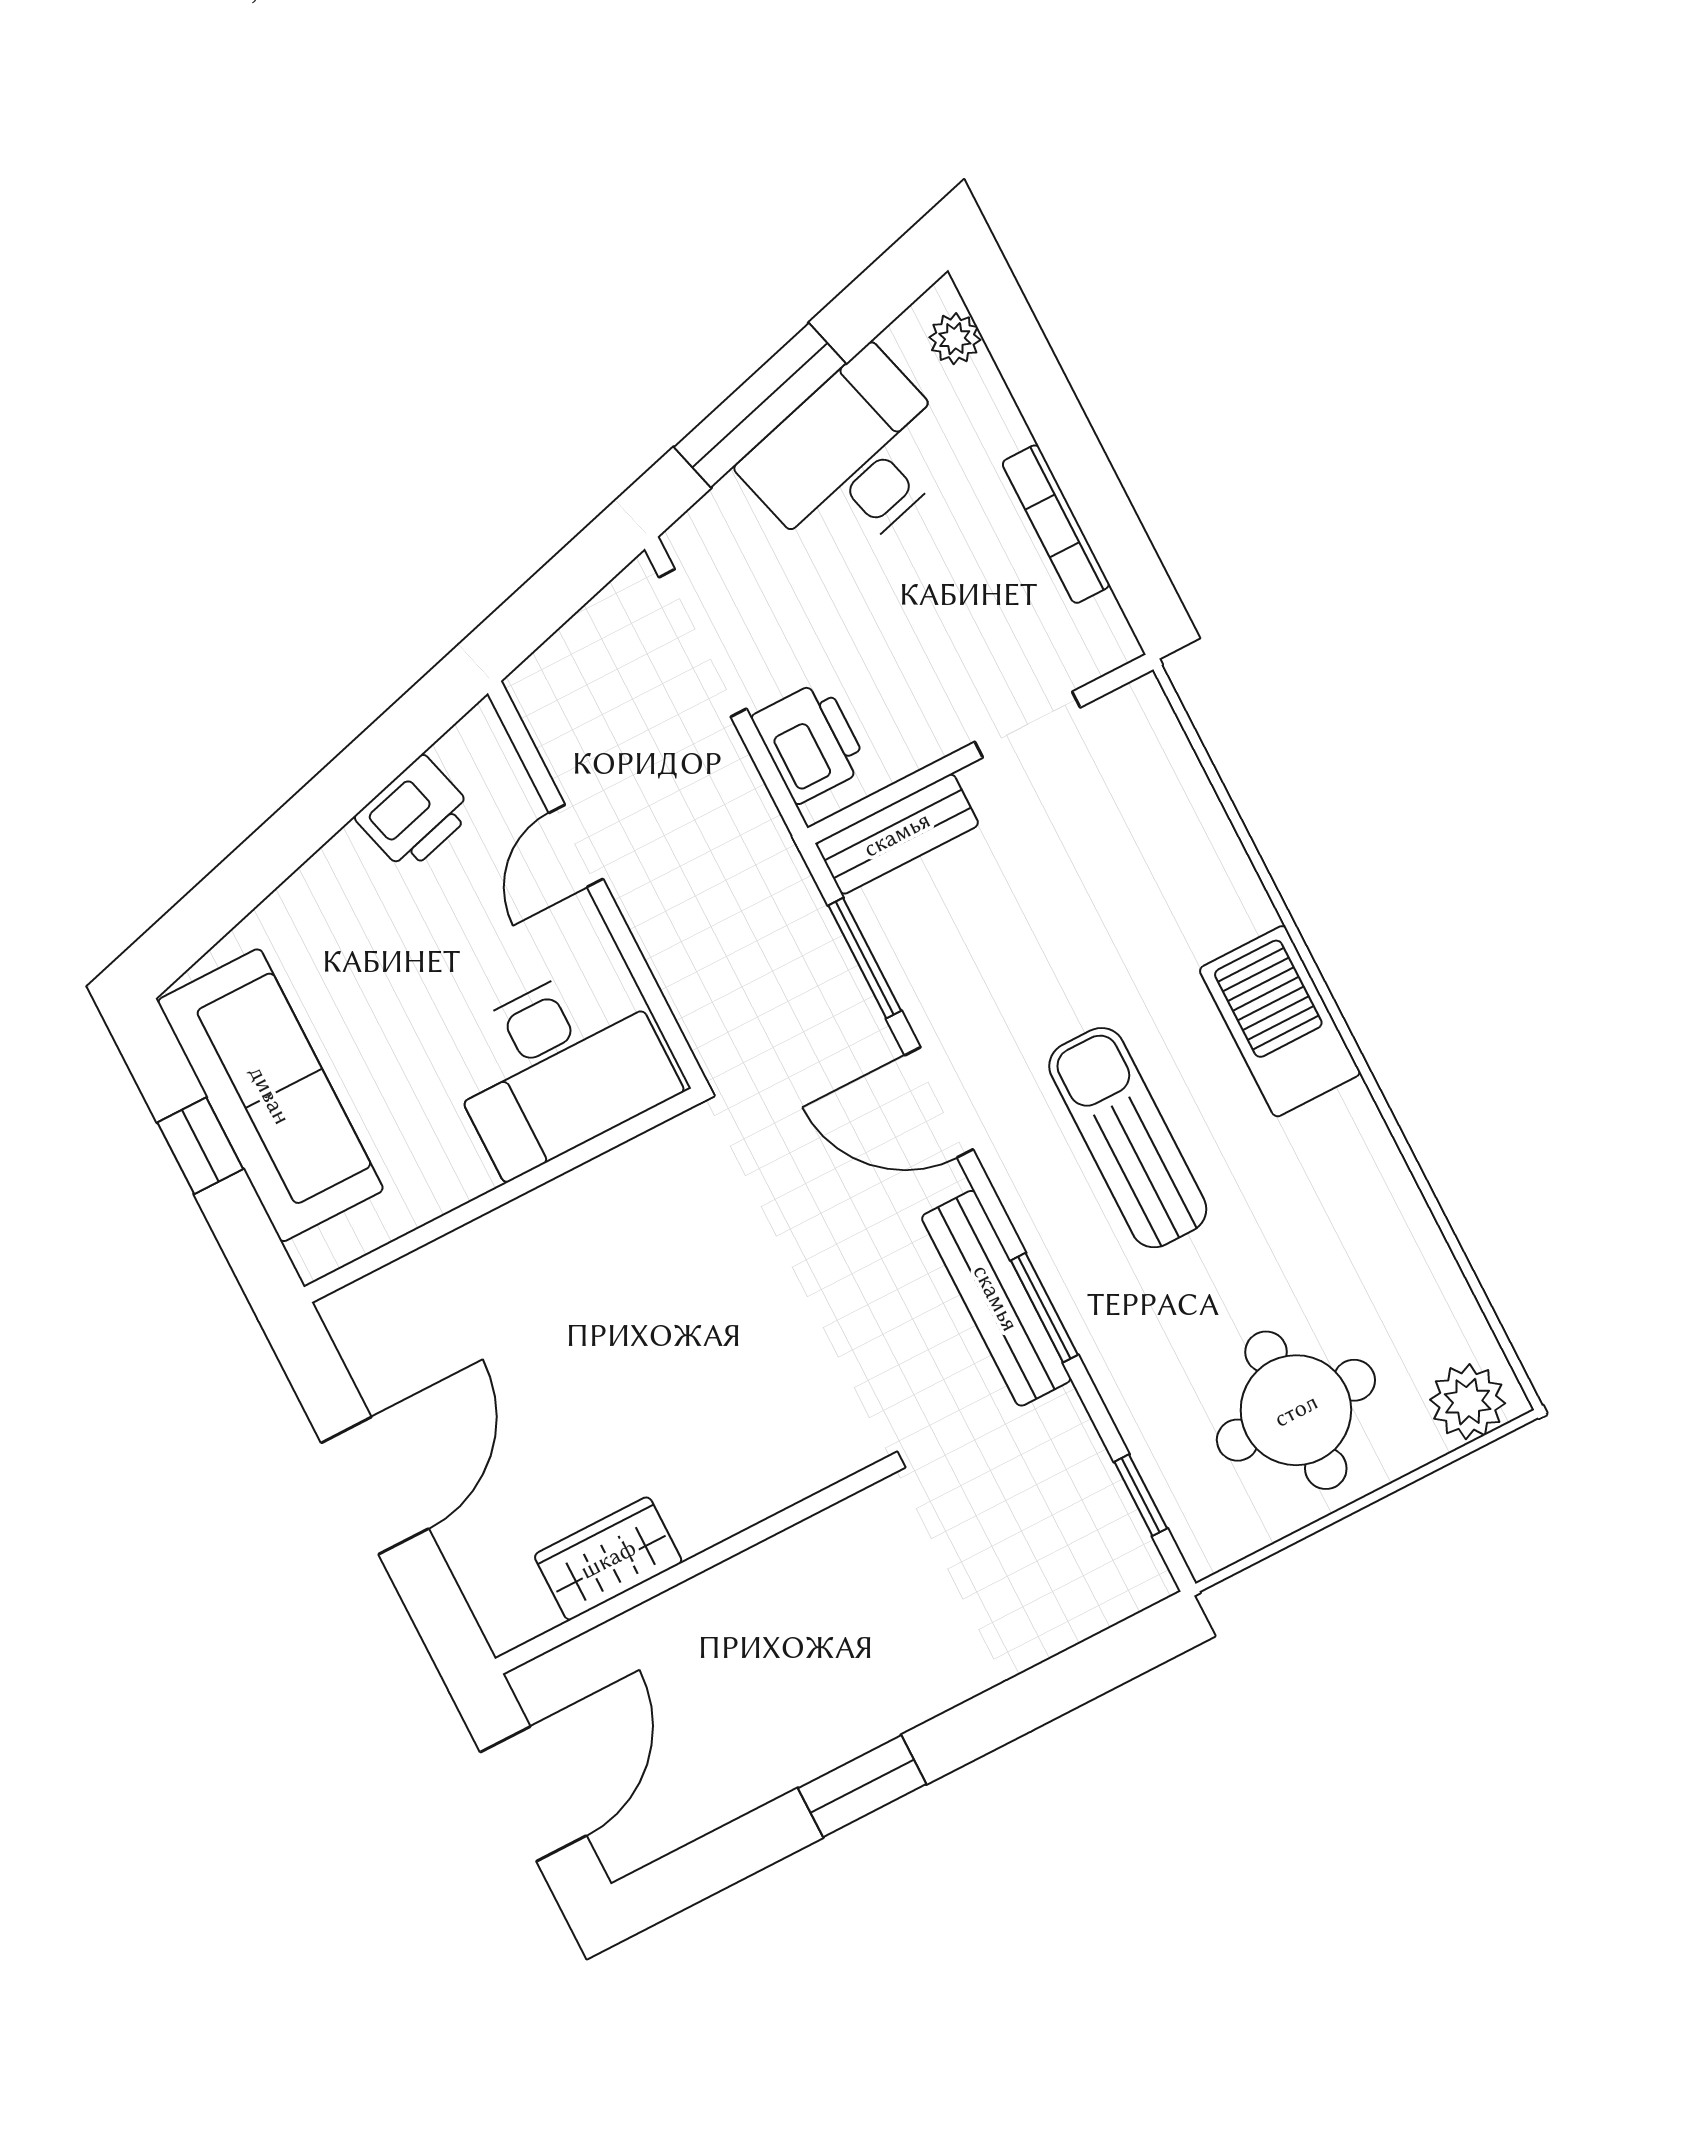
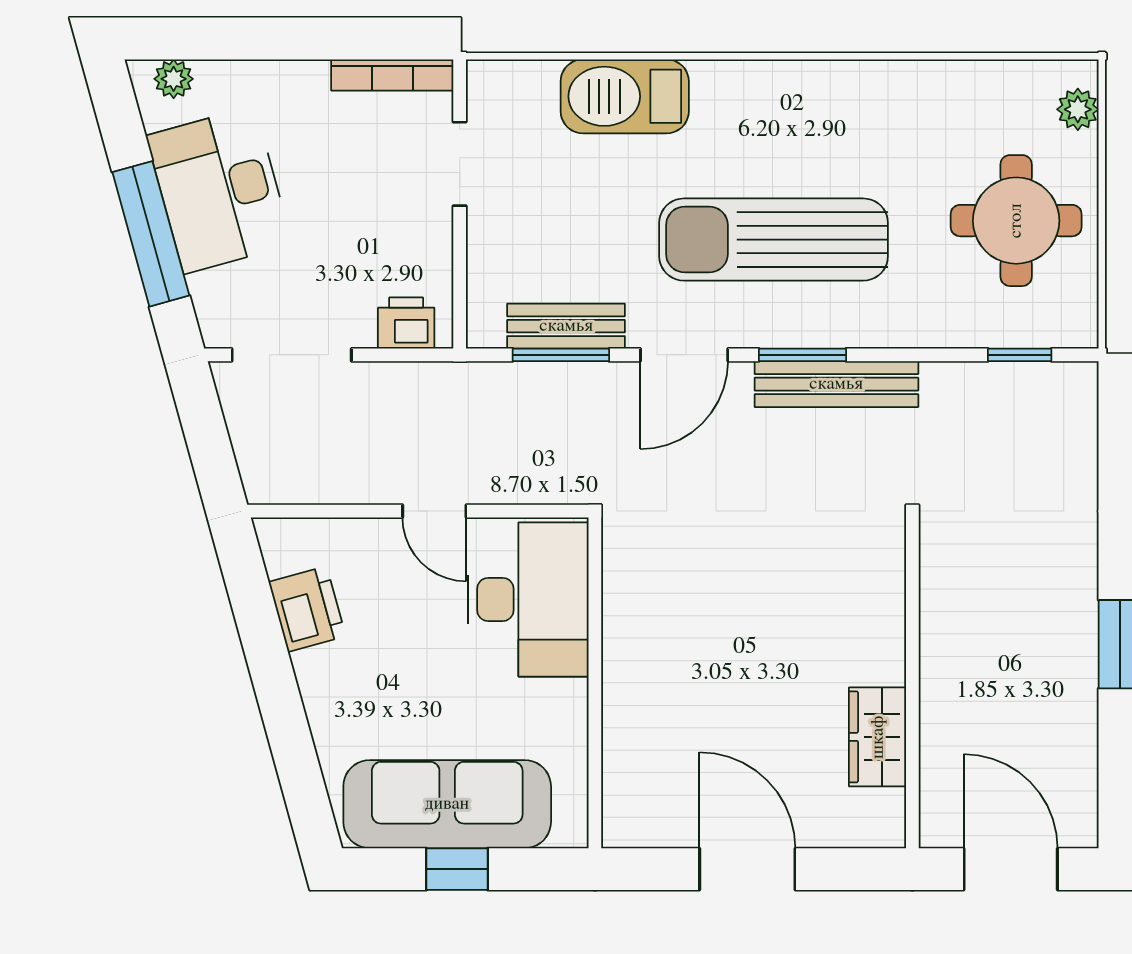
bookcase: (1056, 524) -> (392, 75), moved
printer: (810, 742) -> (406, 323), width x0.73, depth x0.81
bench: (897, 834) -> (566, 326), moved, turned 90
door: (576, 846) -> (434, 511), moved
barbecue: (1280, 1021) -> (625, 96), moved
sun lounger: (1128, 1138) -> (774, 240), width x1.36, depth x1.34
window: (1044, 1308) -> (803, 355), moved
plant: (1468, 1402) -> (1078, 109), width x0.73, depth x0.73

